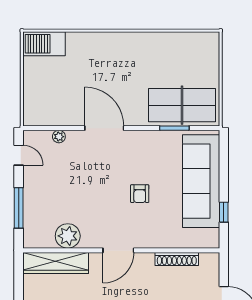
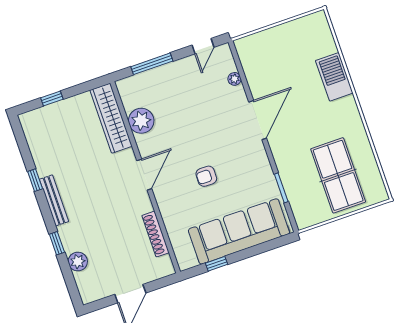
barbecue: (44, 44) -> (334, 77), moved
table tennis table: (182, 105) -> (338, 175), moved
door: (118, 250) -> (144, 175), swing flipped

